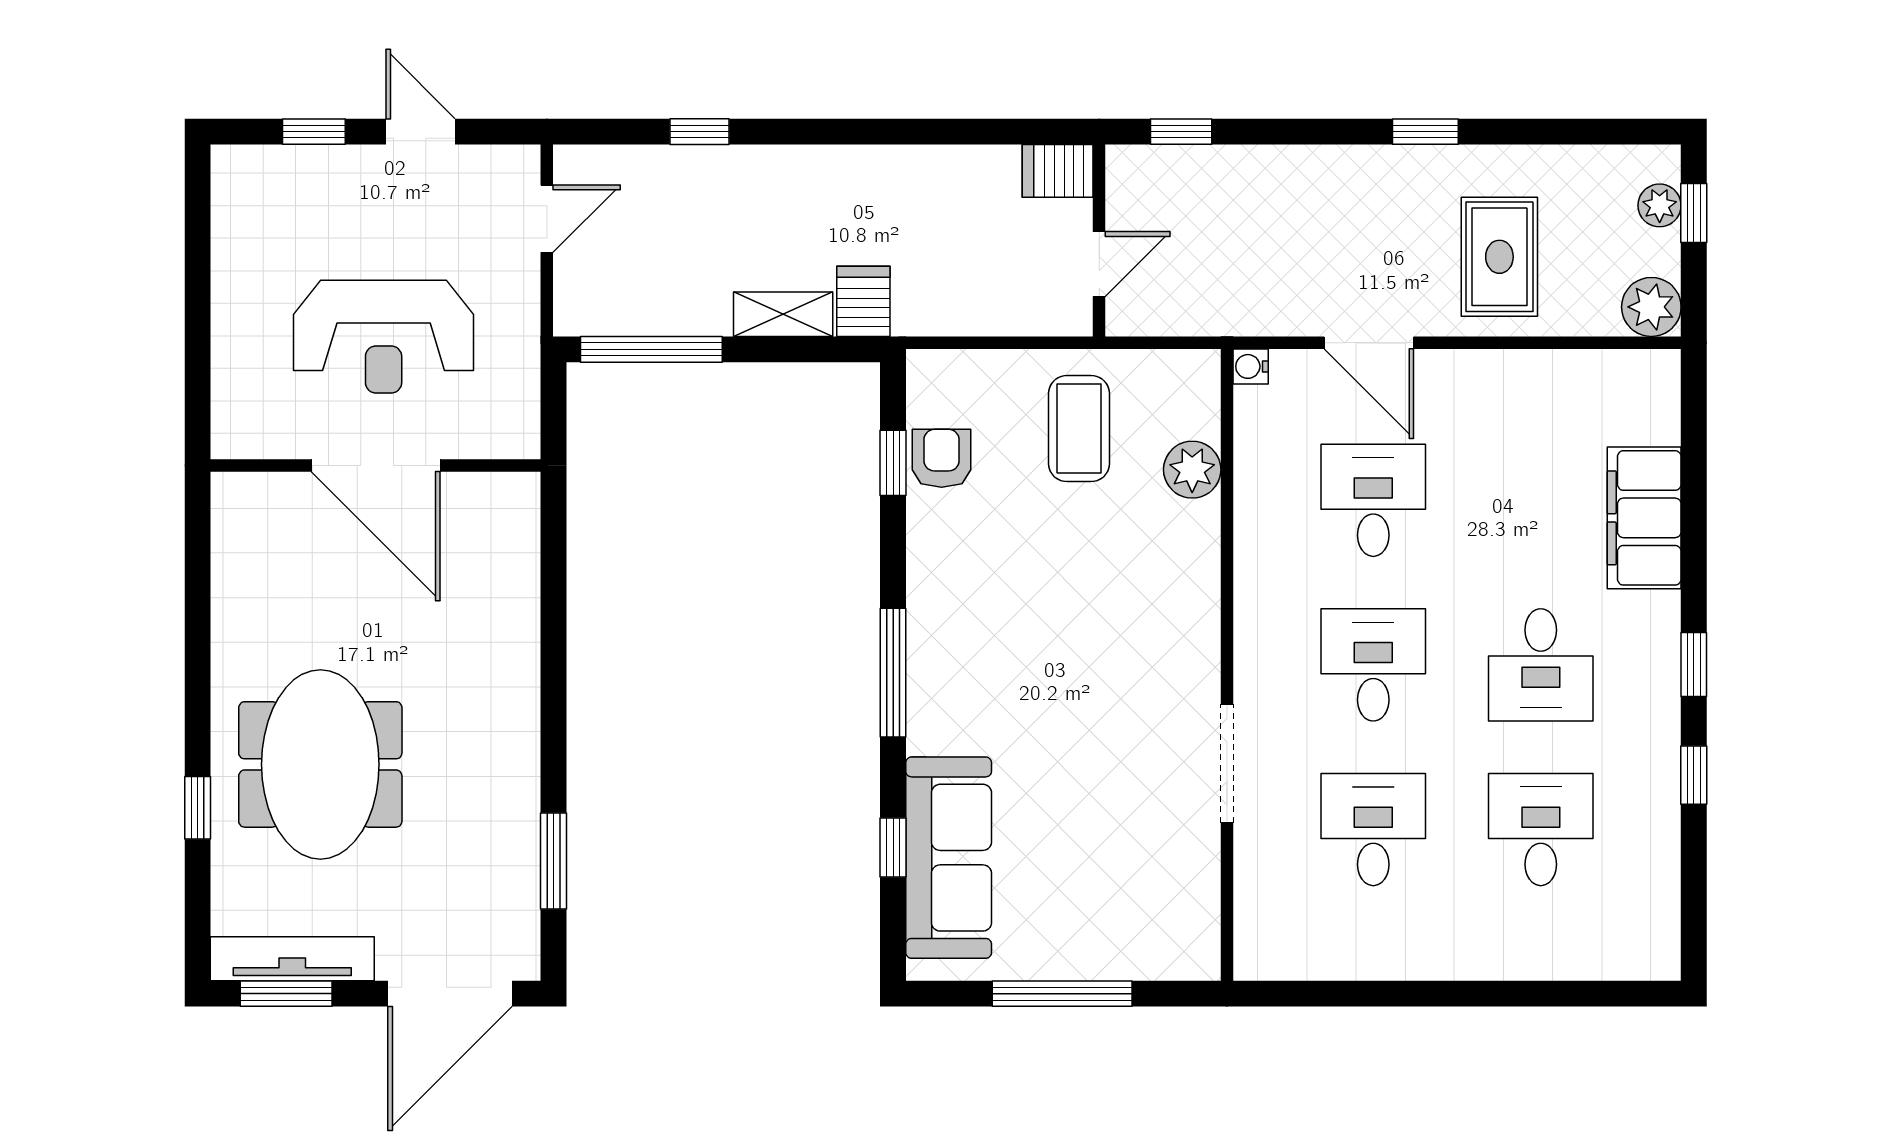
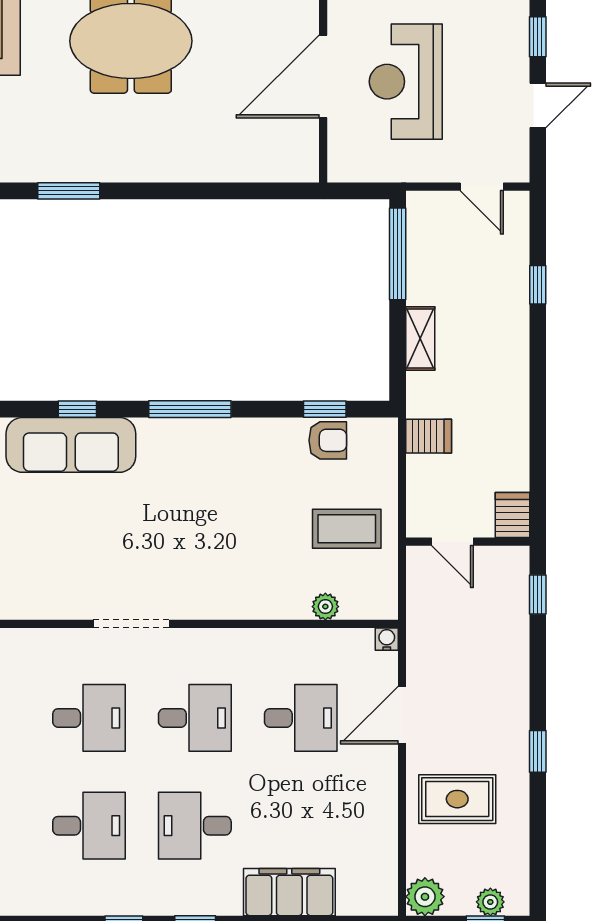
server rack: (863, 301) -> (429, 436), moved
plant: (1192, 470) -> (325, 607), width x0.73, depth x0.73

